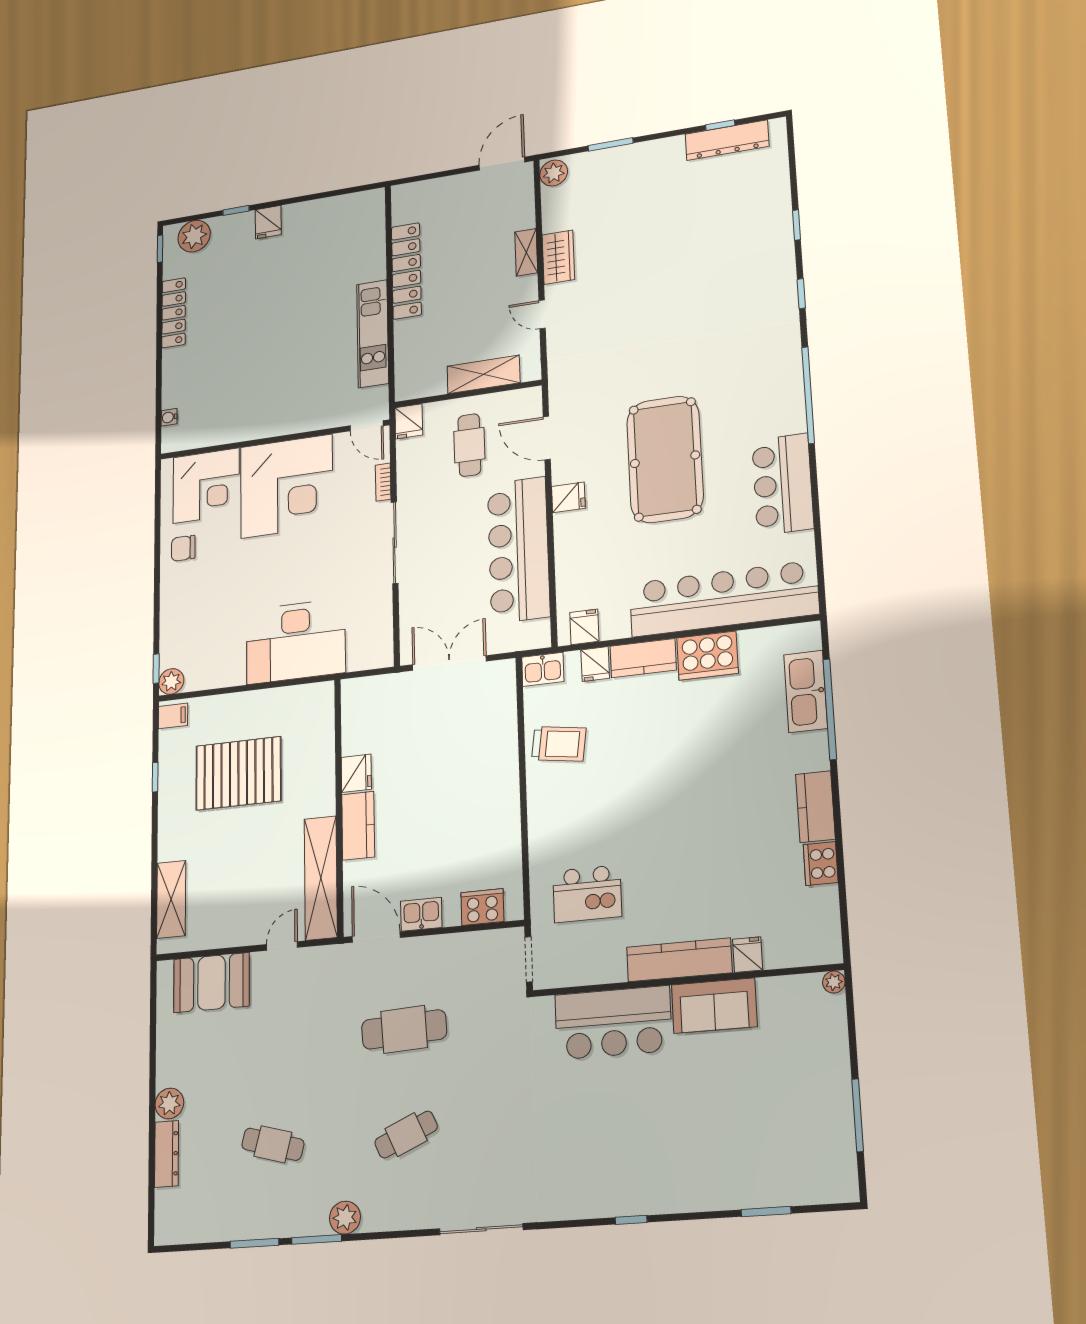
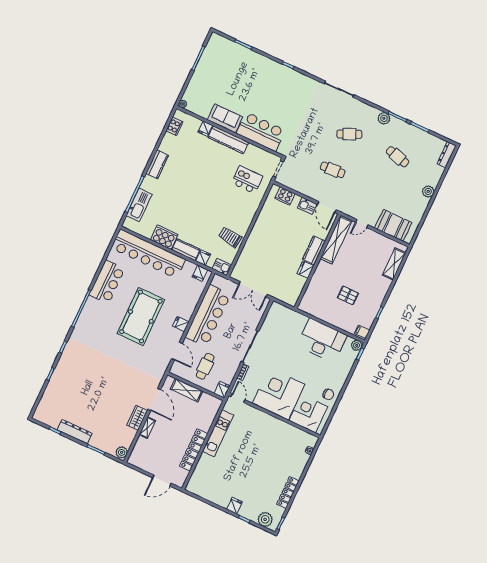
dresser: (727, 140) -> (75, 432), moved
door: (502, 164) -> (162, 481), moved
door: (542, 314) -> (154, 399), width x1.88
desk: (296, 641) -> (322, 340), moved
pallet: (238, 773) -> (348, 295), width x0.49, depth x0.50
cooker: (821, 864) -> (174, 126), moved
cafe table: (404, 1029) -> (333, 170), width x0.73, depth x0.74
dresser: (166, 1154) -> (447, 155), moved

